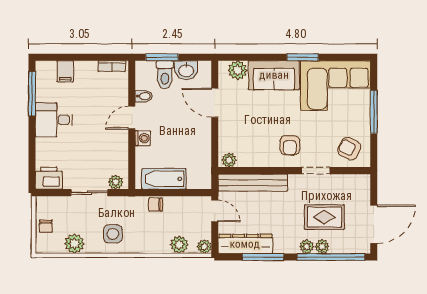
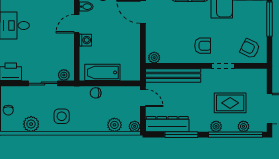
armchair: (290, 145) -> (203, 46), turned -90
plant: (322, 247) -> (243, 126), moved

